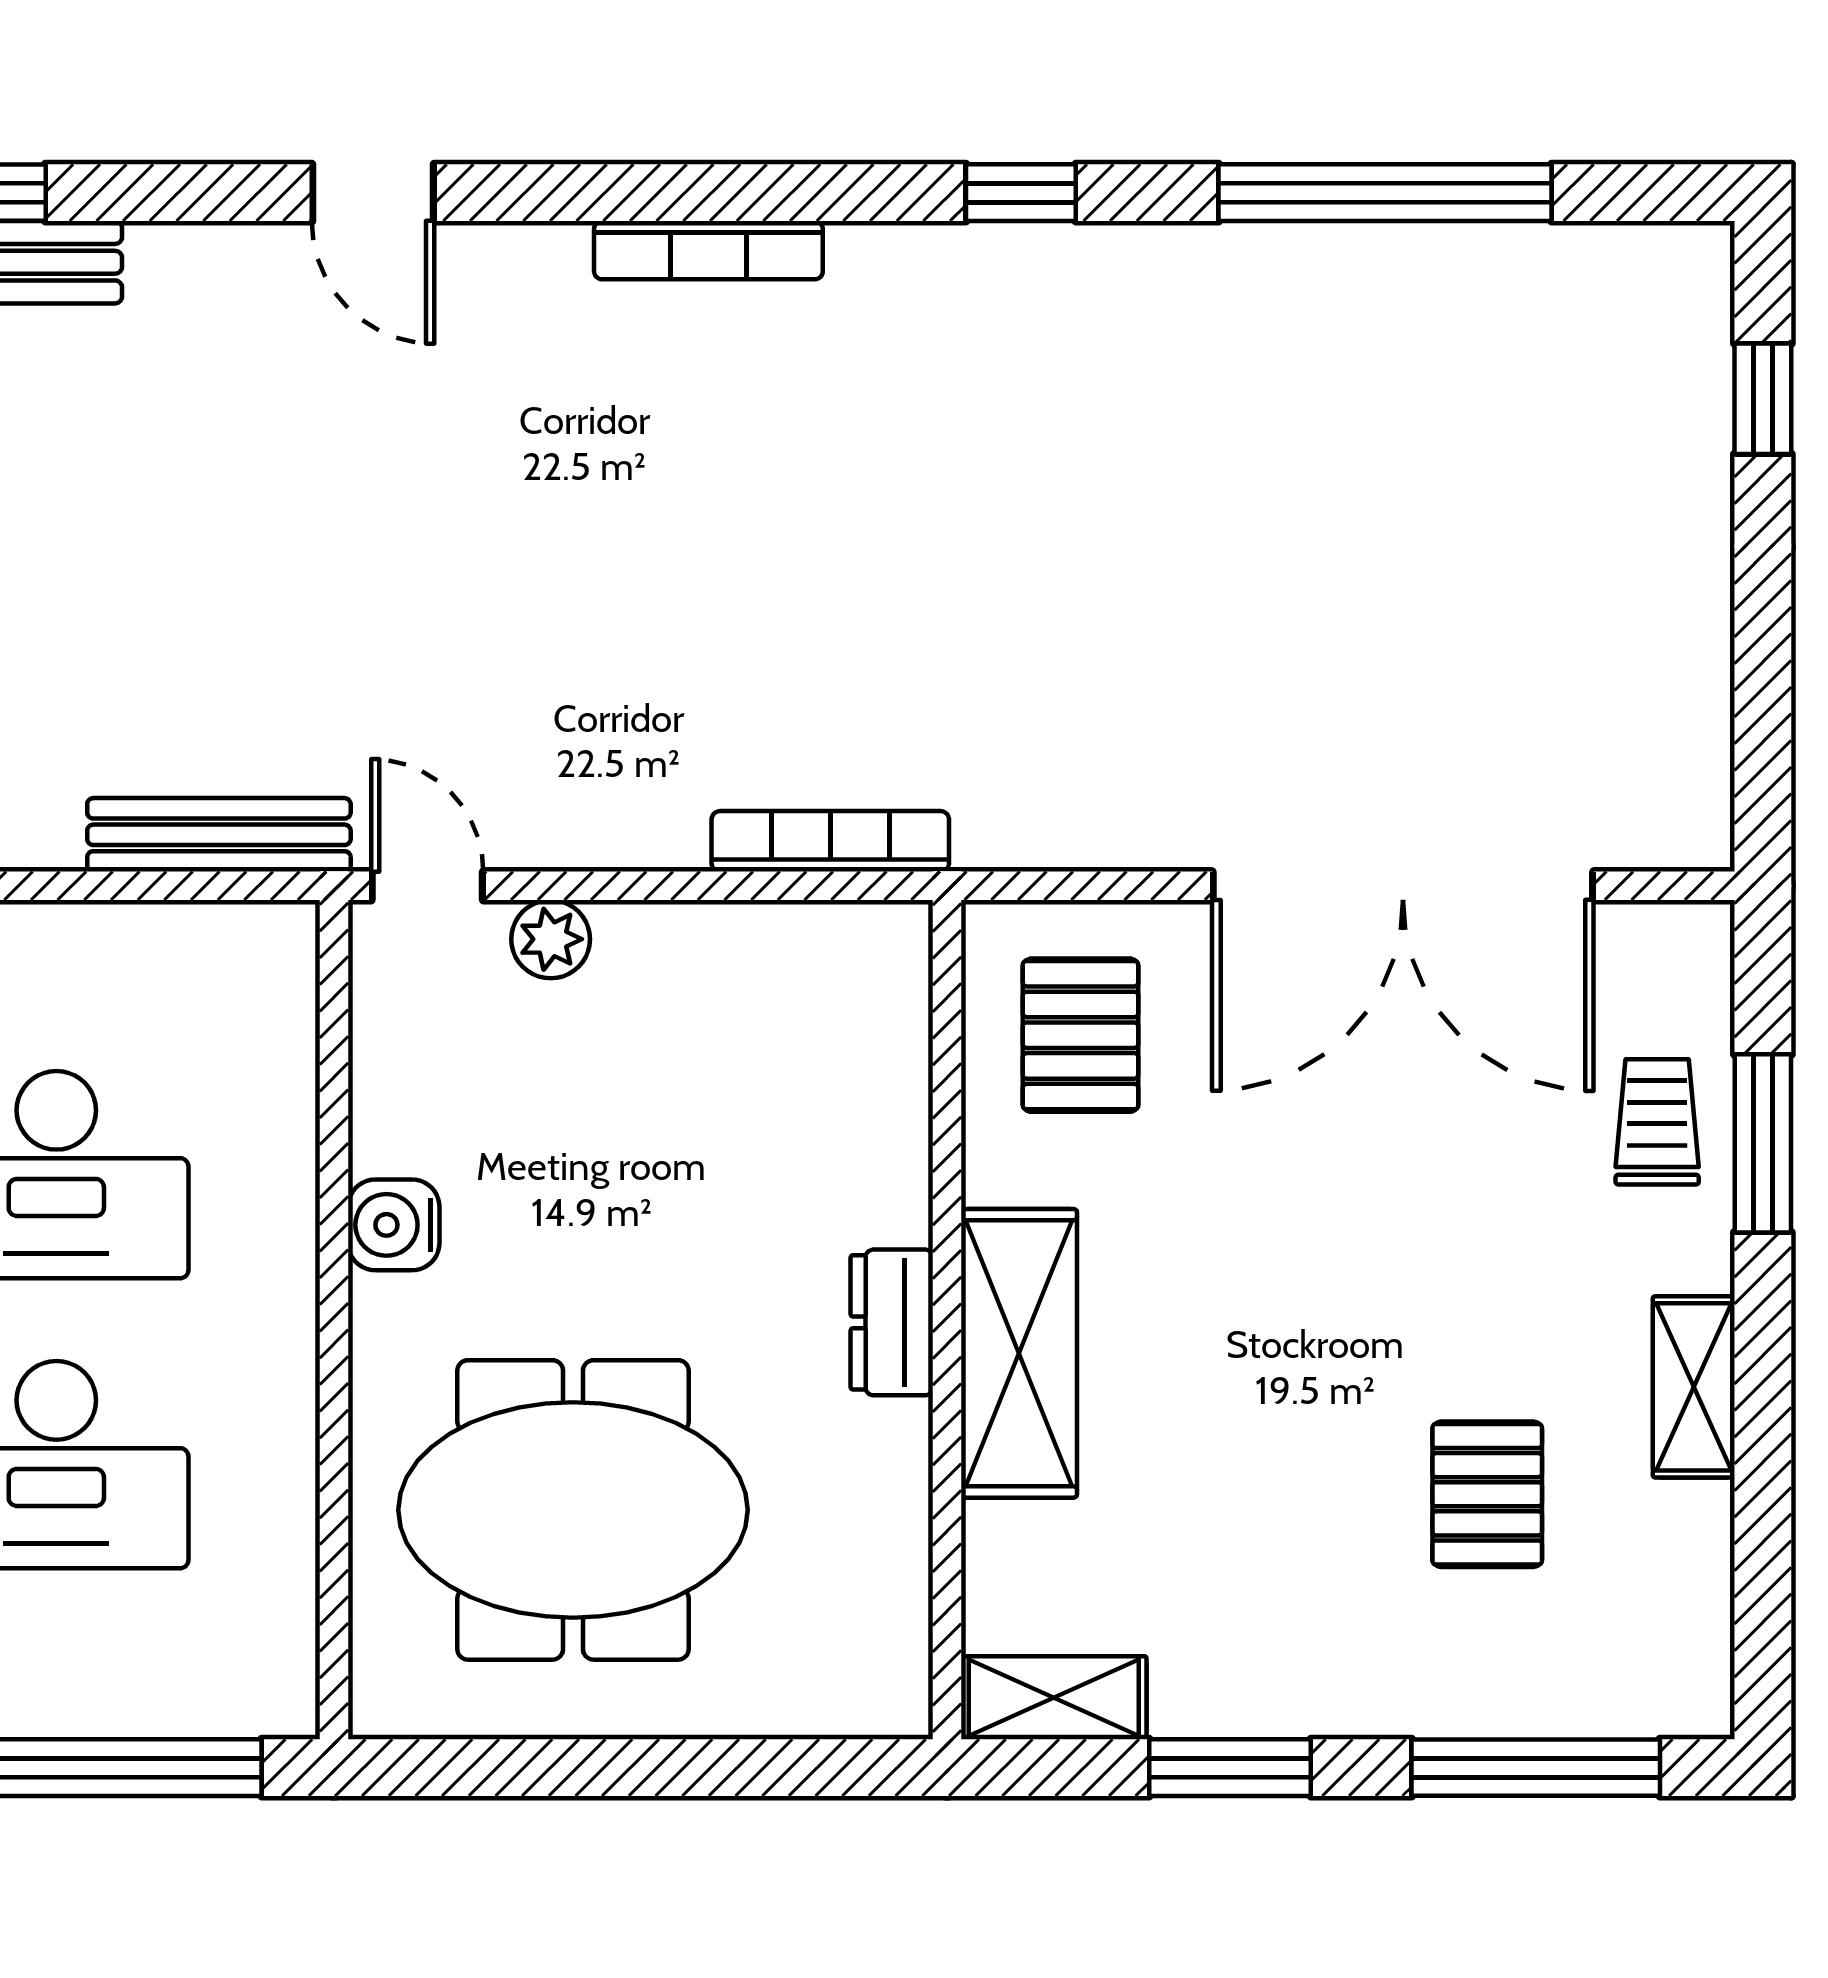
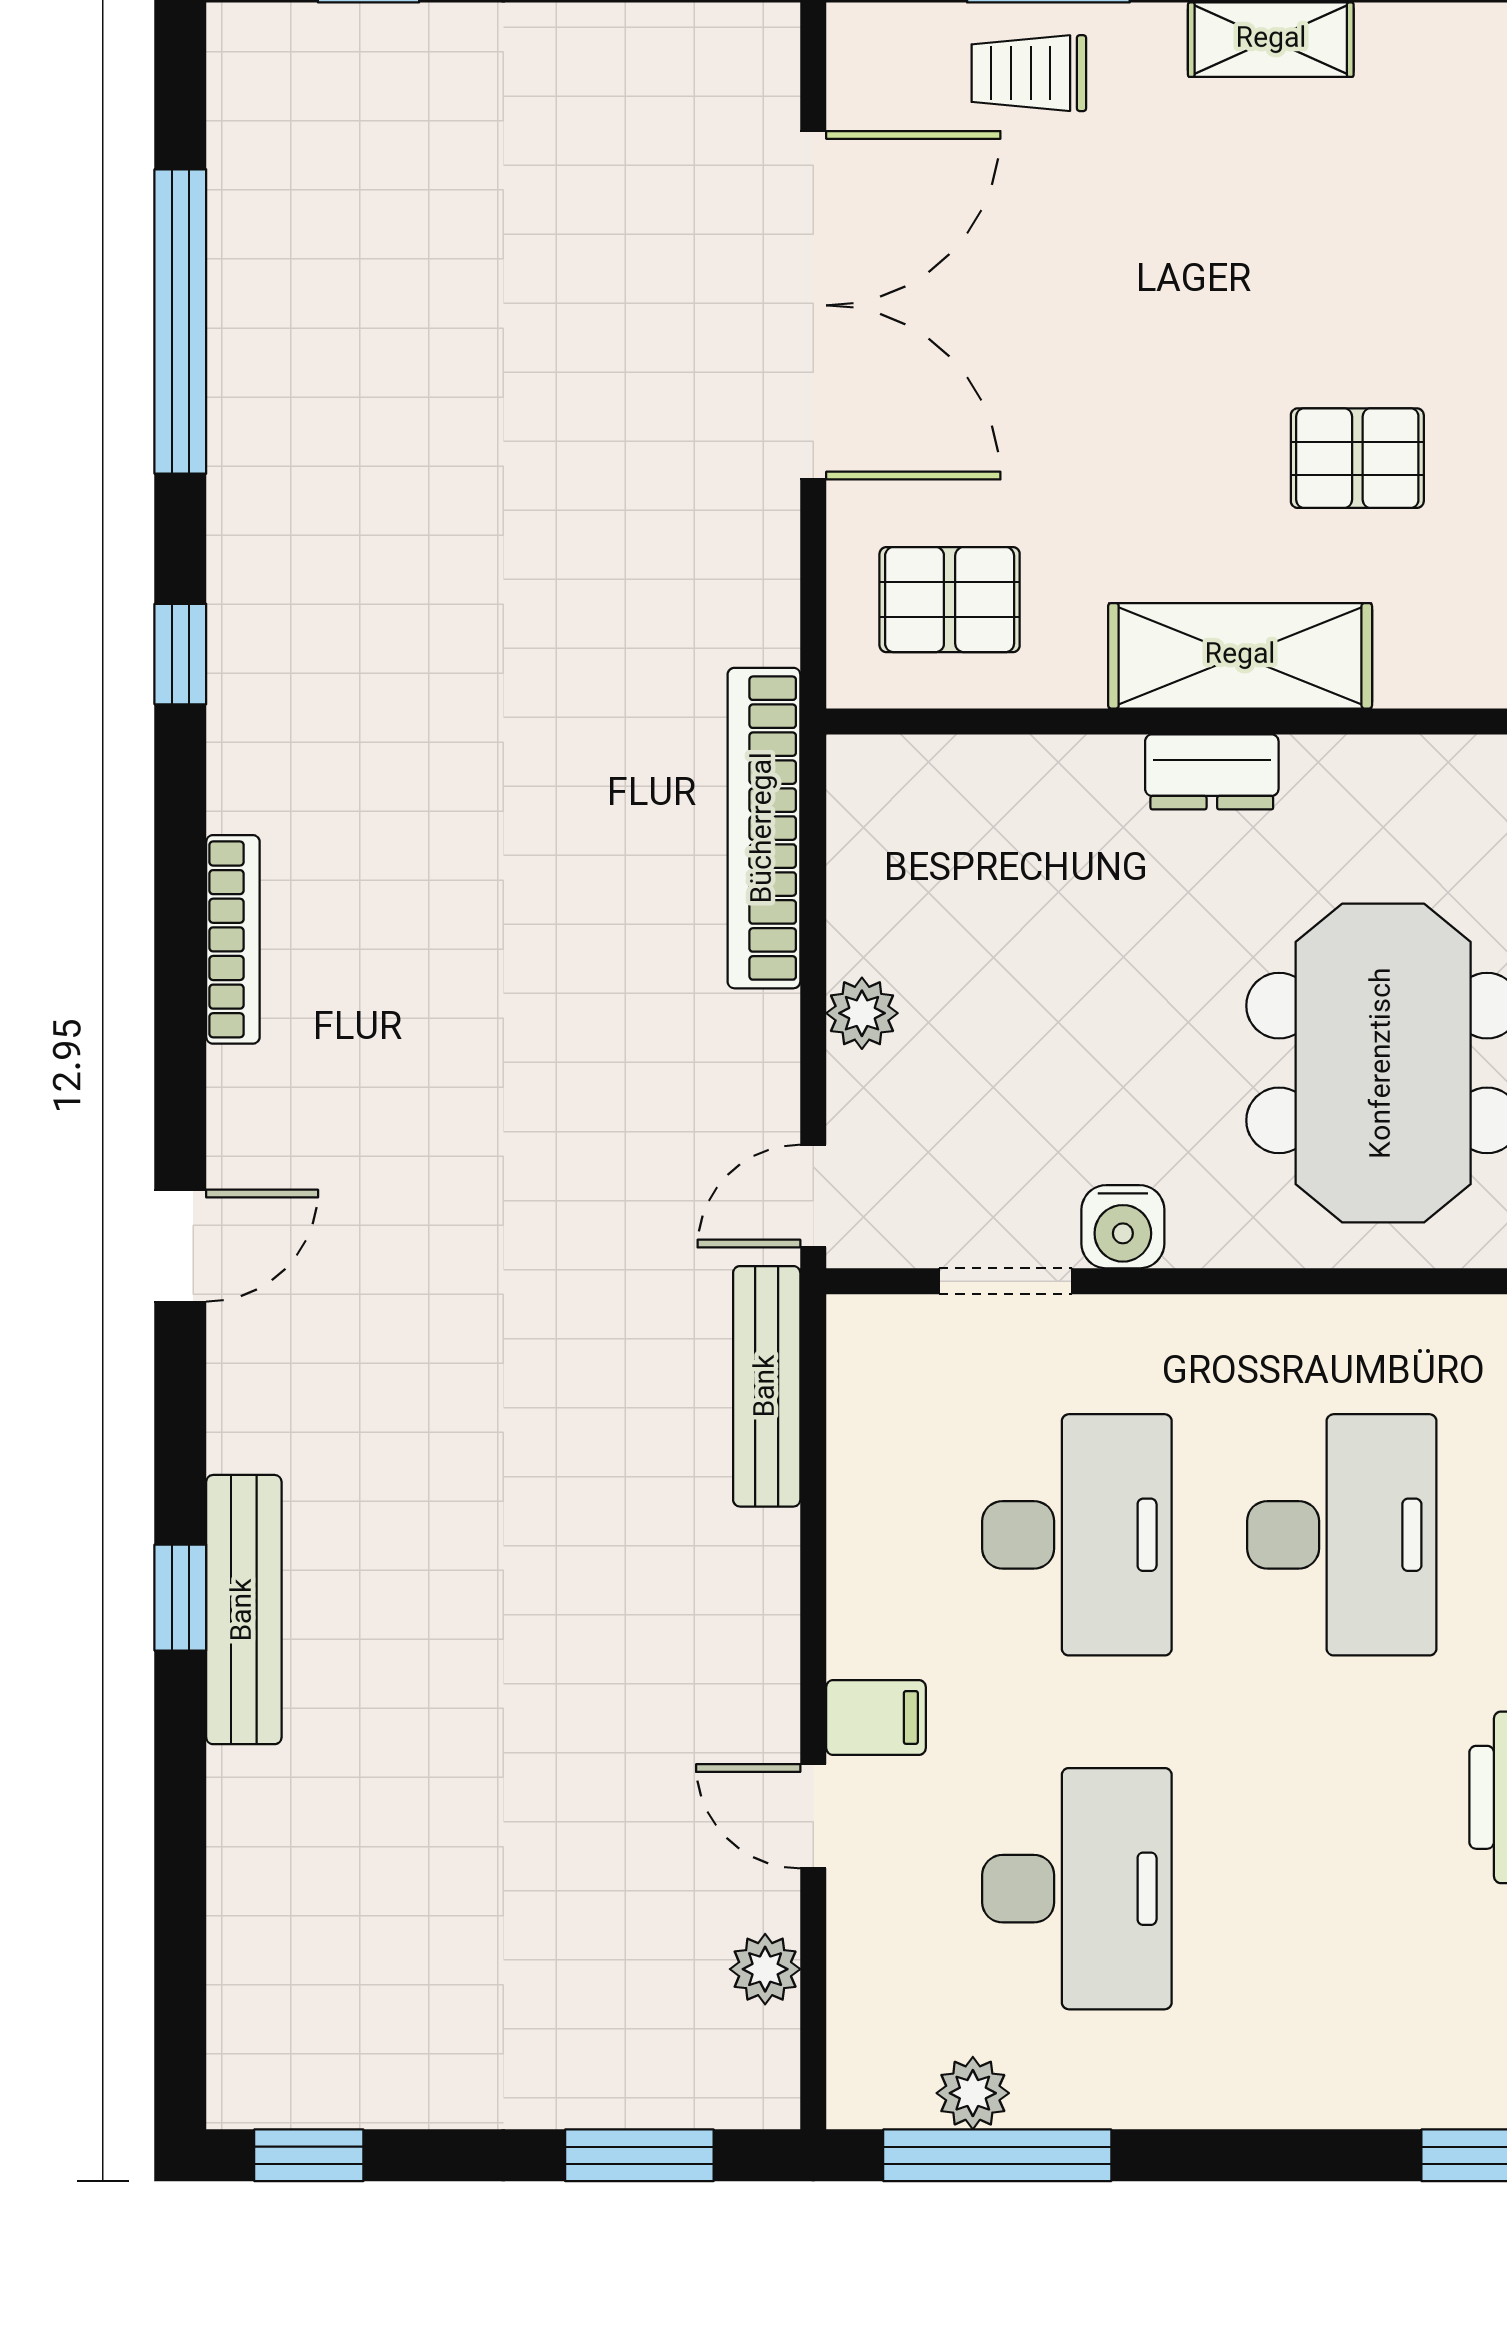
bookcase: (830, 841) -> (764, 828), width x1.48, depth x1.31
plant: (551, 939) -> (862, 1013), moved
doorway: (334, 1096) -> (1005, 1281), added
pallet: (1487, 1494) -> (1357, 458), moved

